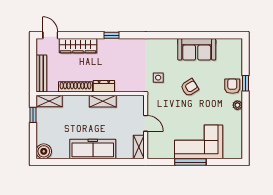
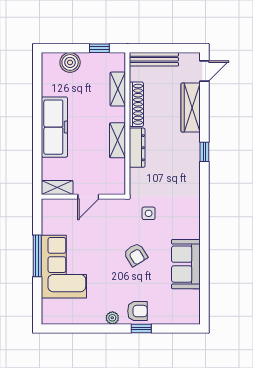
dresser: (104, 86) -> (137, 148), width x1.44
shelving: (49, 101) -> (118, 89), moved
boiler: (44, 151) -> (70, 62), moved

